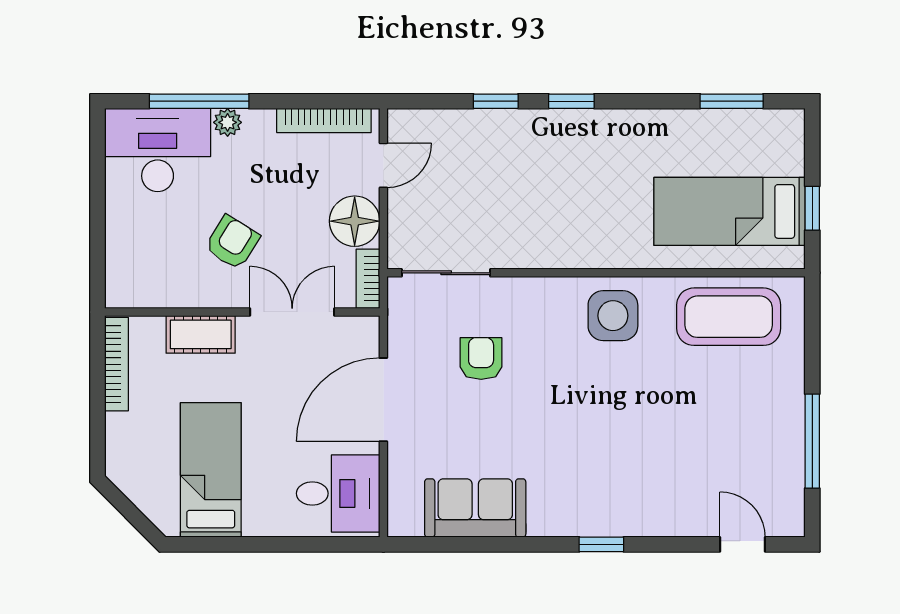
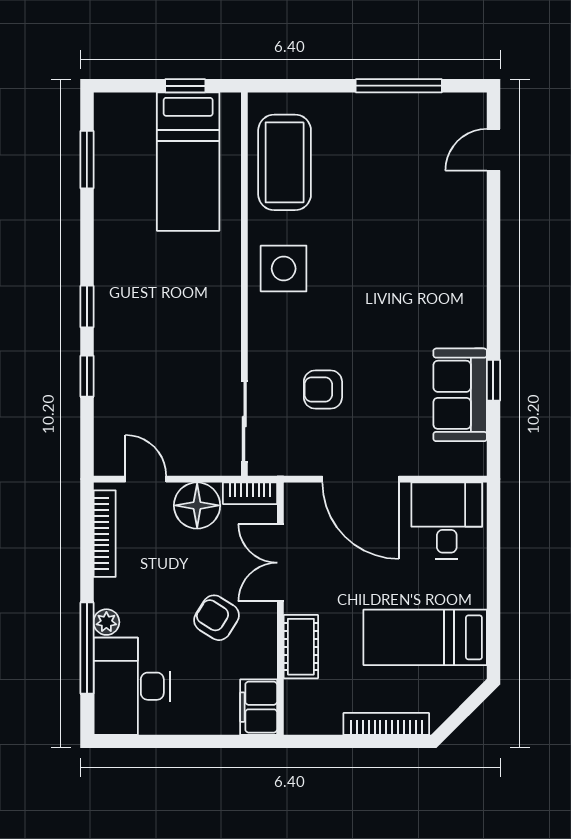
filing cabinet: (135, 288) -> (259, 707), added
bookcase: (117, 364) -> (386, 724), moved
window: (601, 544) -> (493, 380), moved

